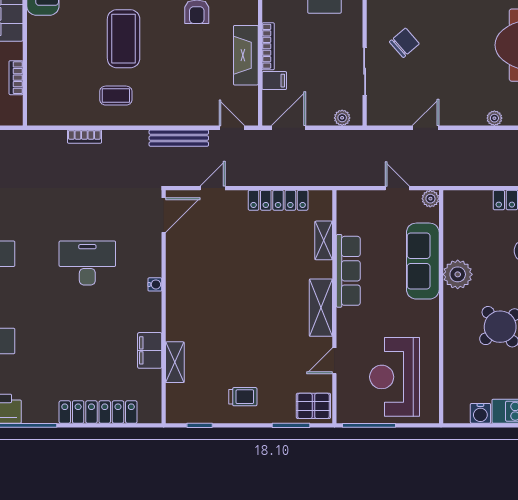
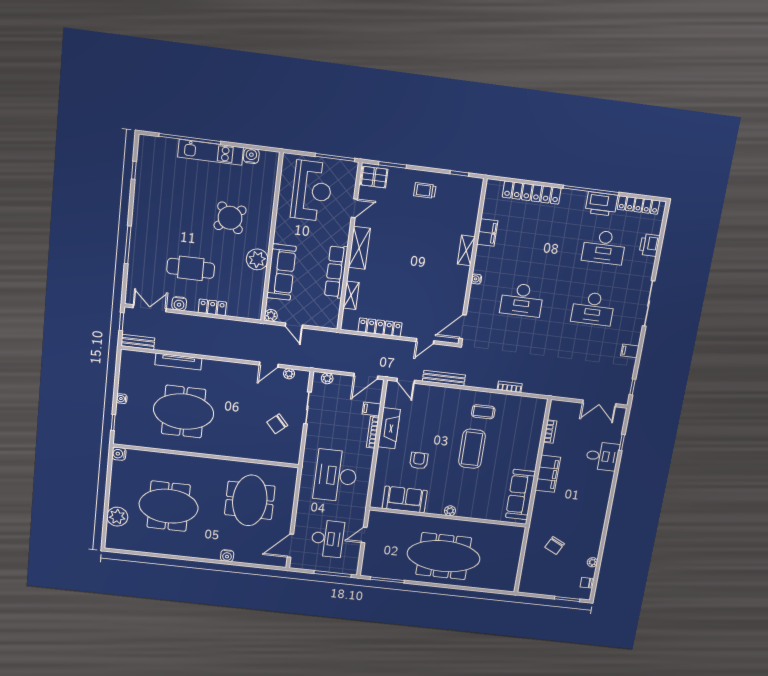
plant: (494, 118) -> (289, 374), moved
shelving: (175, 362) -> (466, 250), moved

